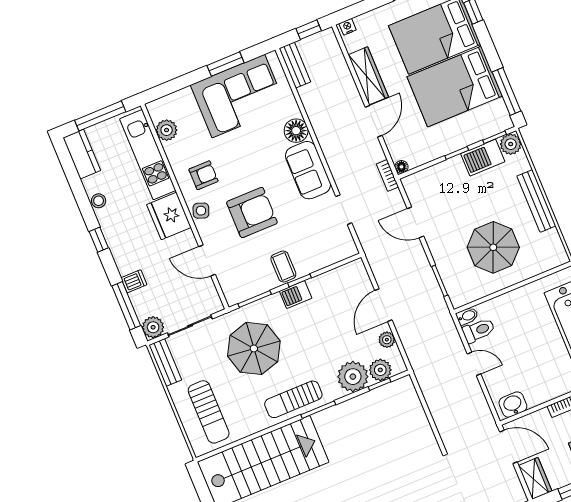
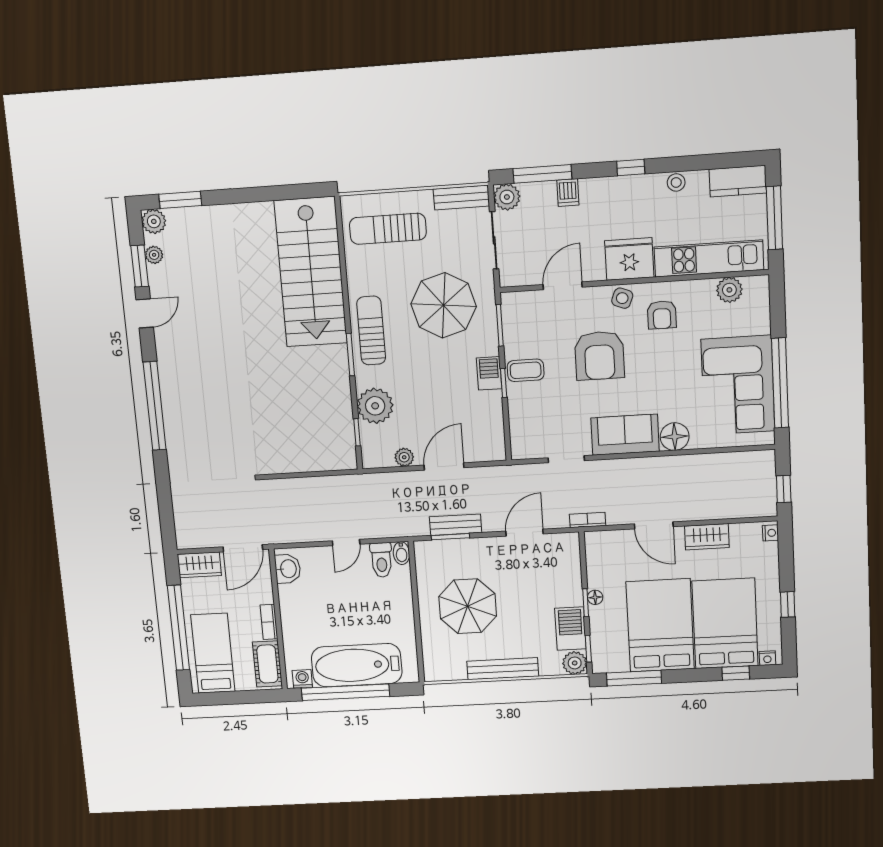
window: (226, 64) -> (780, 383), width x2.11
bench: (295, 65) -> (456, 525), moved
wardrobe: (368, 76) -> (707, 537), width x0.67
floor lamp: (401, 167) -> (595, 597), moved
door: (383, 305) -> (444, 466), hinge flipped
plant: (380, 370) -> (373, 439), removed

